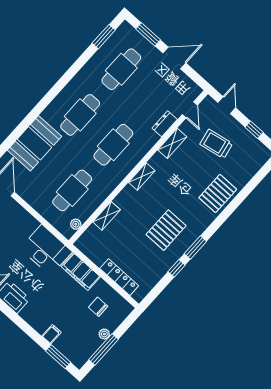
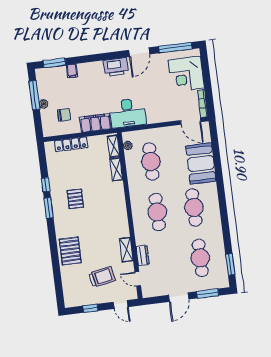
shelving: (142, 176) -> (114, 146), moved
pallet: (166, 230) -> (75, 199), width x0.67, depth x0.71

